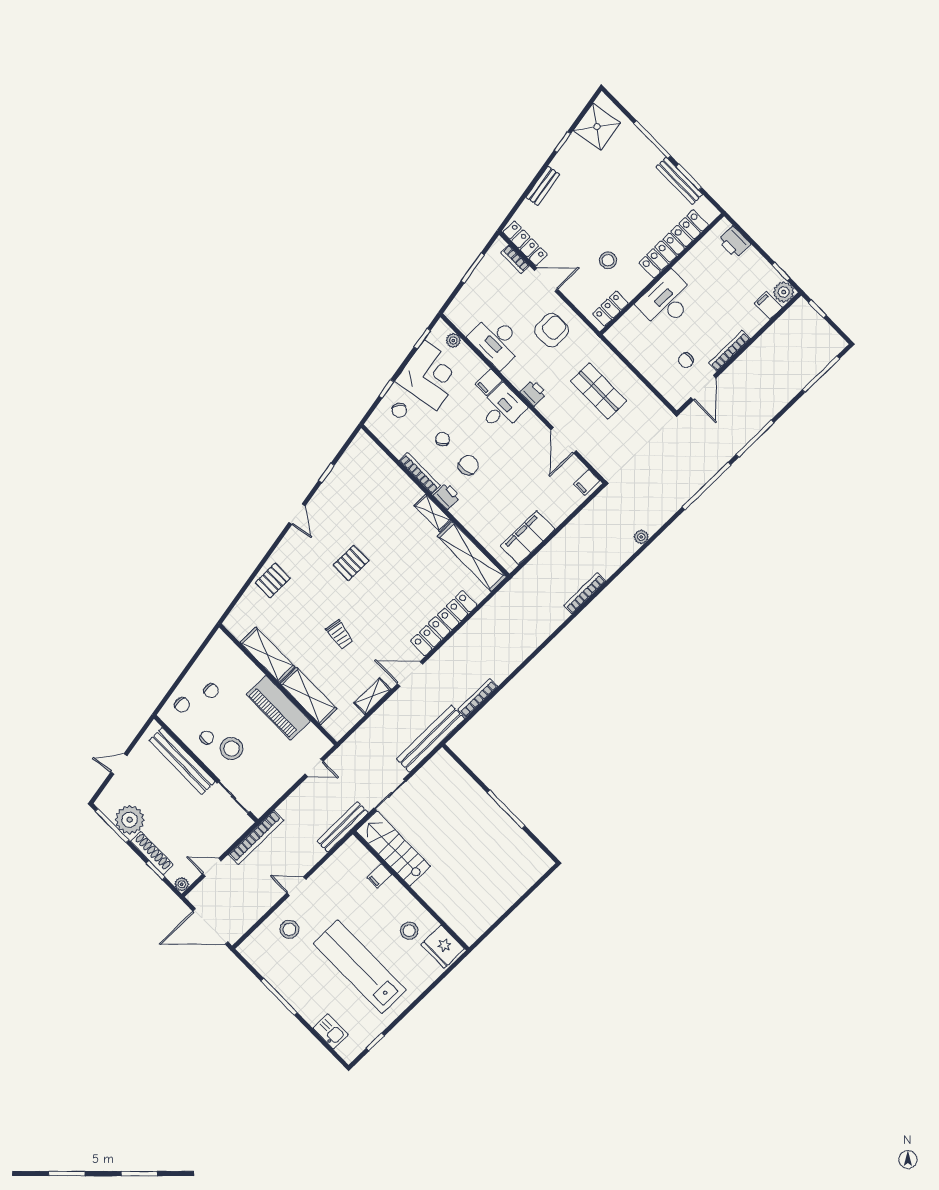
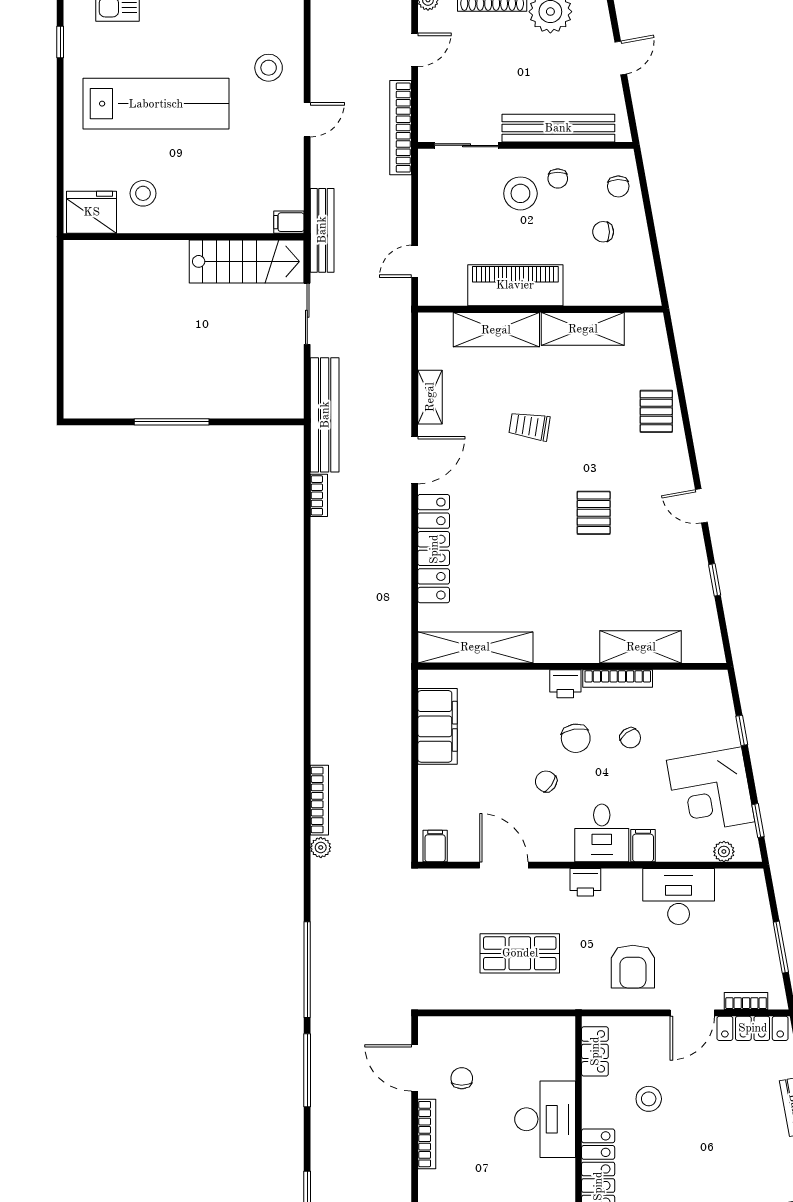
chair: (399, 410) -> (546, 781), moved
shelving: (433, 513) -> (641, 647), moved, width x1.50, depth x1.33
bookcase: (585, 593) -> (319, 800), moved
bookcase: (478, 698) -> (319, 495), width x0.64
chair: (182, 705) -> (618, 186), turned -92
filing cabinet: (379, 876) -> (289, 222), moved, turned -90

